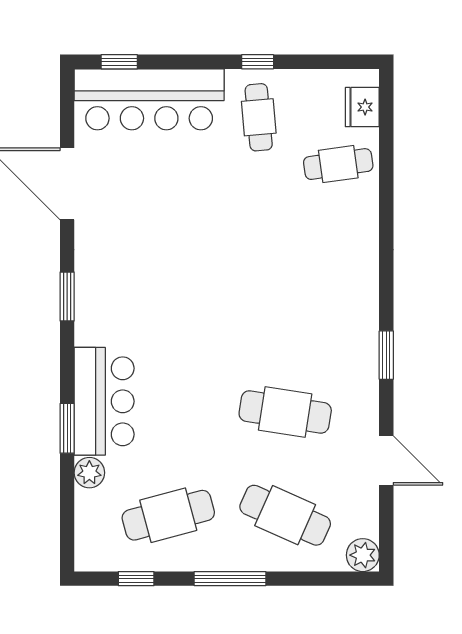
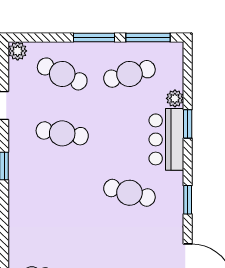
cafe table: (168, 309) -> (129, 193), added
window: (136, 579) -> (148, 37), width x2.17

